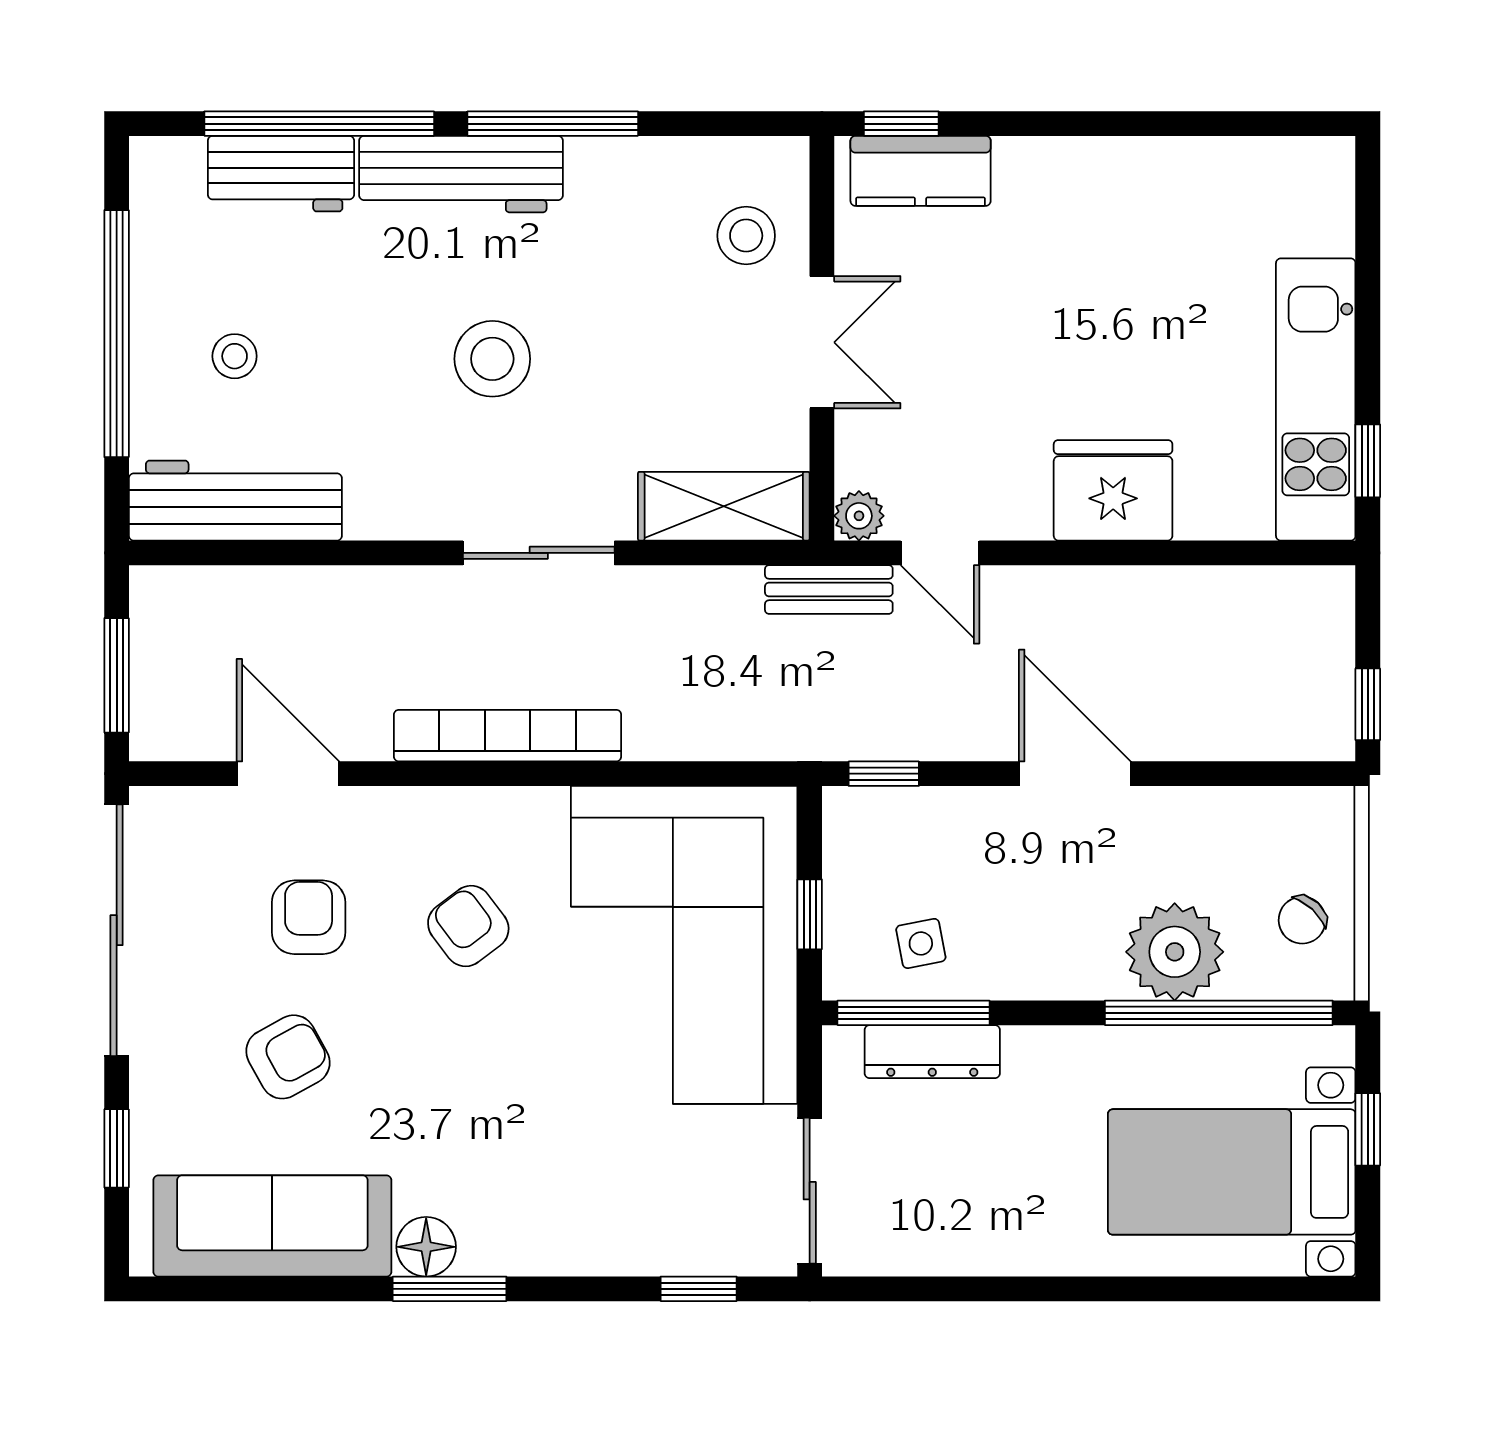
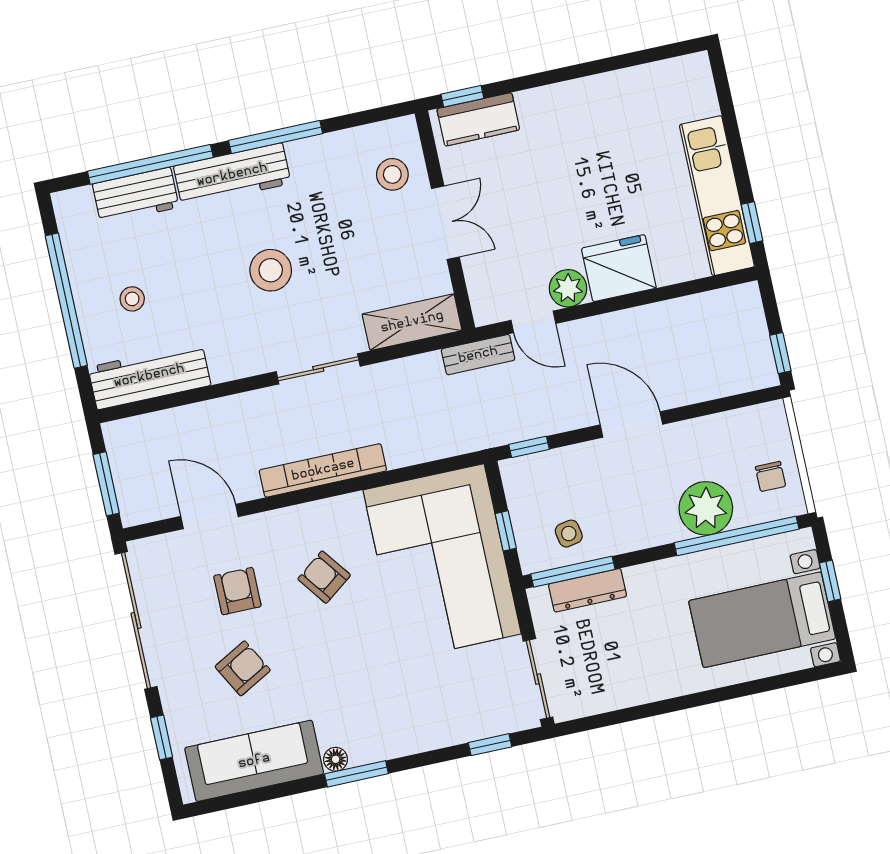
plant: (859, 516) -> (568, 288), moved, width x1.38, depth x1.38
chair: (1302, 920) -> (770, 476), turned -43
floor lamp: (426, 1247) -> (336, 759), width x0.73, depth x0.73

